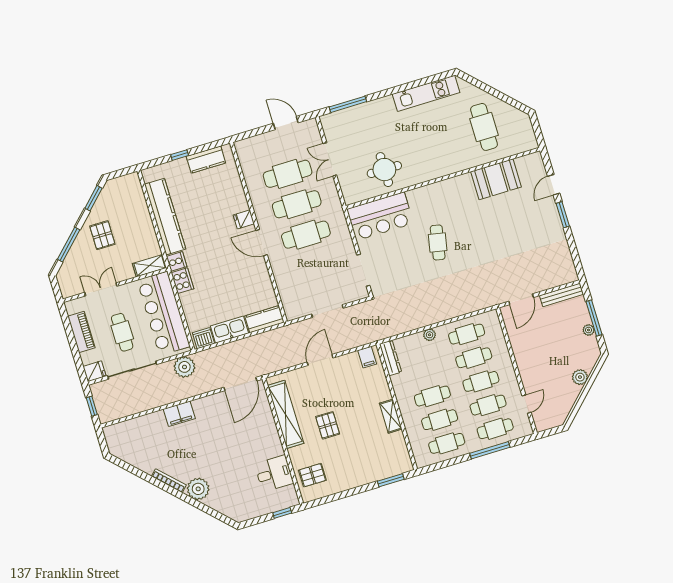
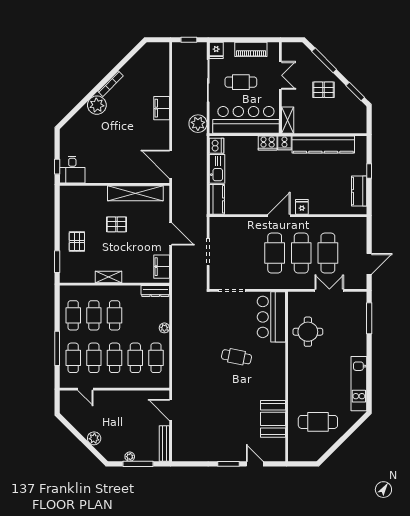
filing cabinet: (367, 357) -> (162, 267), width x2.00
desk: (274, 474) -> (72, 170), moved
pallet: (312, 475) -> (77, 242), moved

